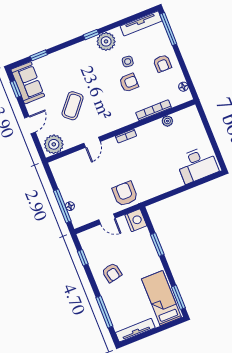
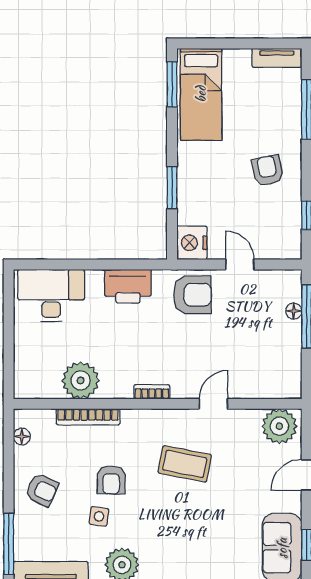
armchair: (162, 63) -> (42, 490), turned 115
armchair: (129, 83) -> (111, 480), turned -89
coffee table: (73, 106) -> (185, 464), moved, turned 61
plant: (167, 121) -> (81, 380), width x1.87, depth x1.87
printer: (160, 185) -> (128, 286), added
armchair: (125, 194) -> (192, 295), turned -90
tv unit: (135, 330) -> (277, 58), width x0.71

